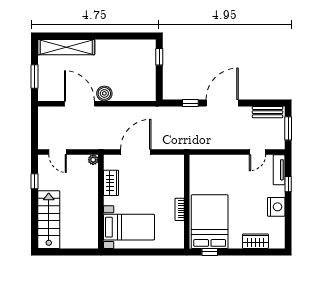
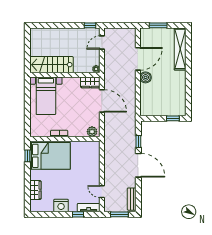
plant: (177, 165) -> (92, 132), added
window: (34, 181) -> (90, 25), moved
wardrobe: (111, 183) -> (90, 82), moved
stairs: (49, 220) -> (51, 65), moved, turned 180

